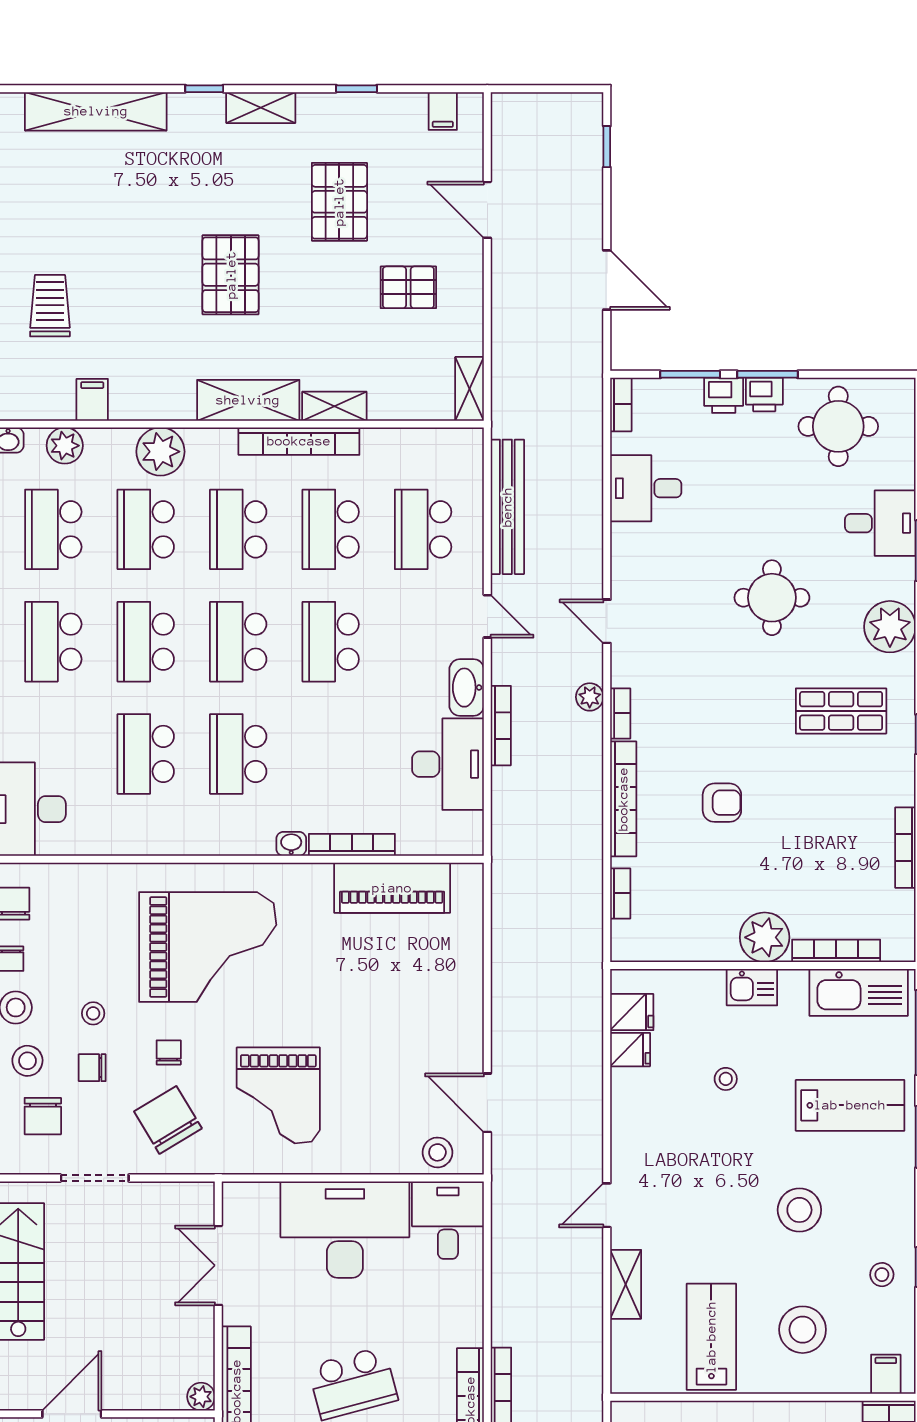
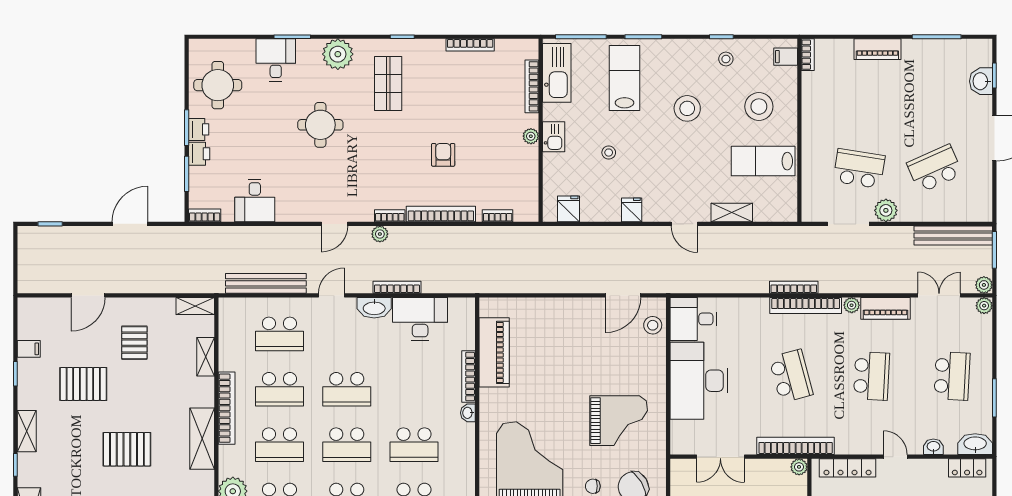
filing cabinet: (443, 111) -> (29, 349), moved
shelving: (334, 406) -> (206, 357), moved
plant: (765, 937) -> (531, 136), width x0.53, depth x0.53
fridge: (630, 1050) -> (632, 210), moved

